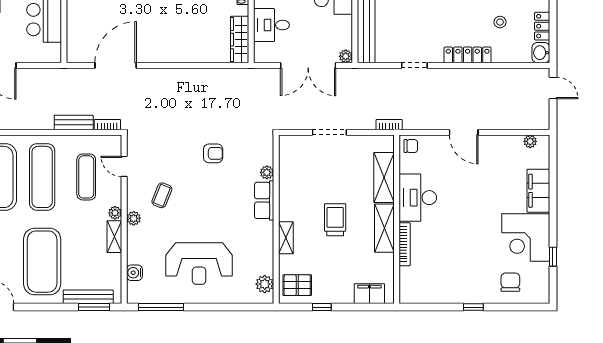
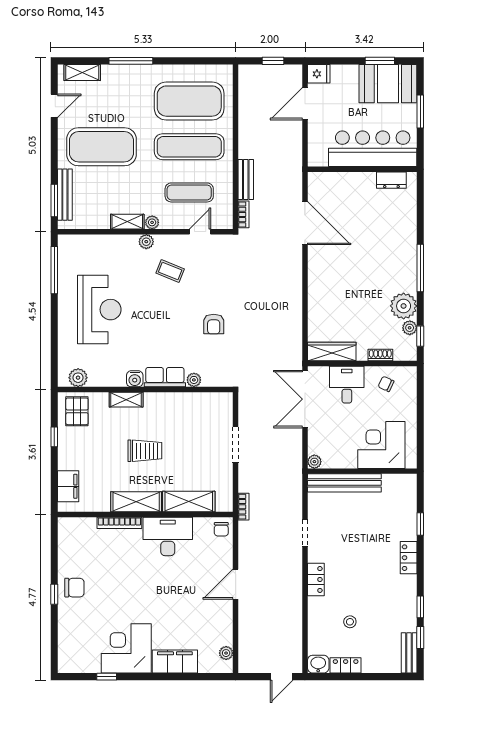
locker: (468, 55) -> (316, 579), width x0.66
double door: (308, 65) -> (305, 399), moved
reception desk: (199, 264) -> (99, 310), turned 180
water cooler: (134, 273) -> (135, 379), moved, turned 180
chair: (510, 282) -> (74, 588), moved

